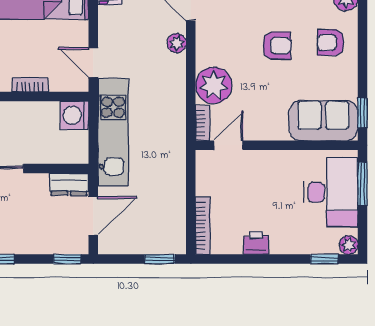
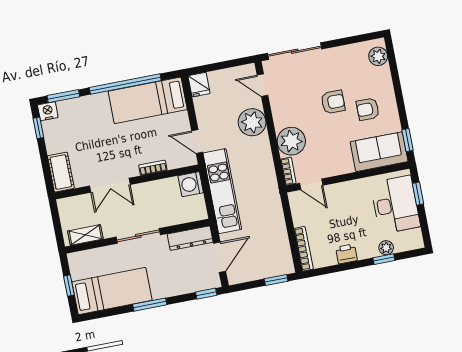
plant: (177, 43) -> (252, 122), width x1.88, depth x1.88
armchair: (331, 43) -> (368, 109), moved
door: (228, 145) -> (311, 184), swing flipped
dresser: (69, 184) -> (190, 238), width x1.44
window: (363, 184) -> (418, 194), width x0.67
plant: (349, 245) -> (386, 248), moved
window: (324, 259) -> (384, 259), moved

